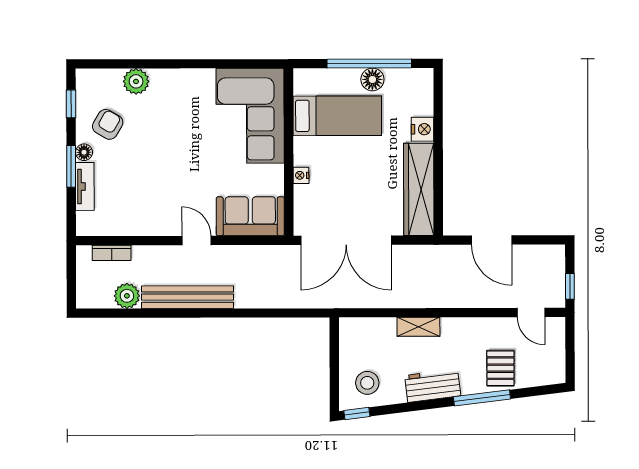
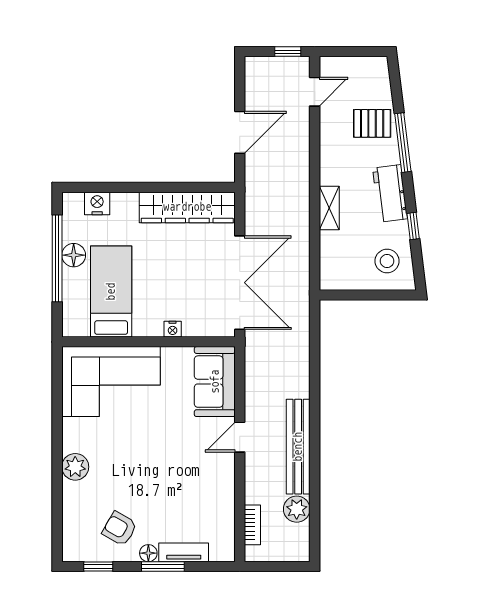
plant: (136, 81) -> (75, 467), moved
nightstand: (423, 129) -> (97, 203), moved
window: (357, 414) -> (413, 226), moved

